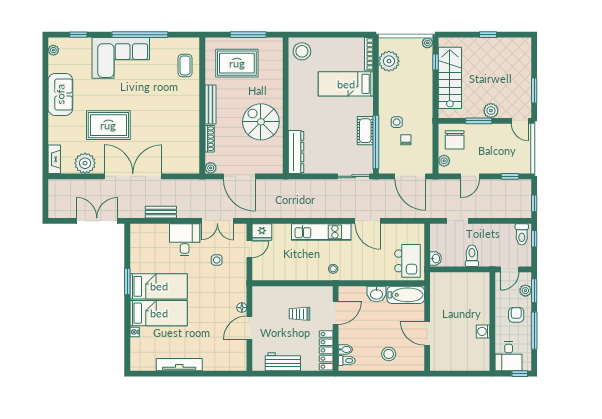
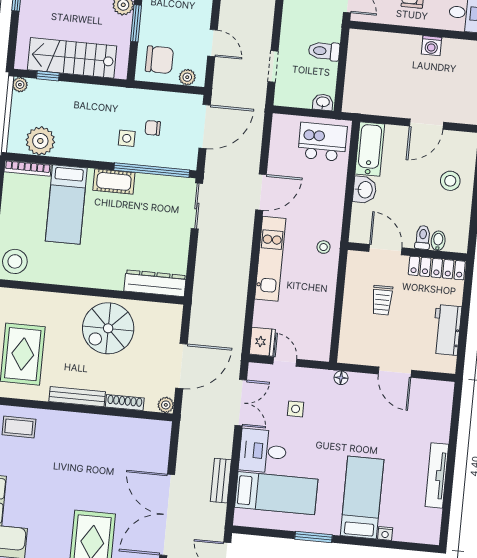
cot: (365, 131) -> (114, 181), moved
bed: (159, 286) -> (276, 493), moved, turned 90
floor lamp: (242, 308) -> (341, 378), moved
toilet: (347, 361) -> (423, 237), moved

